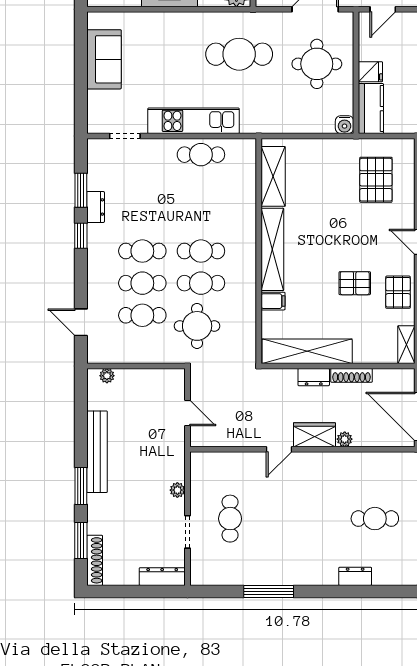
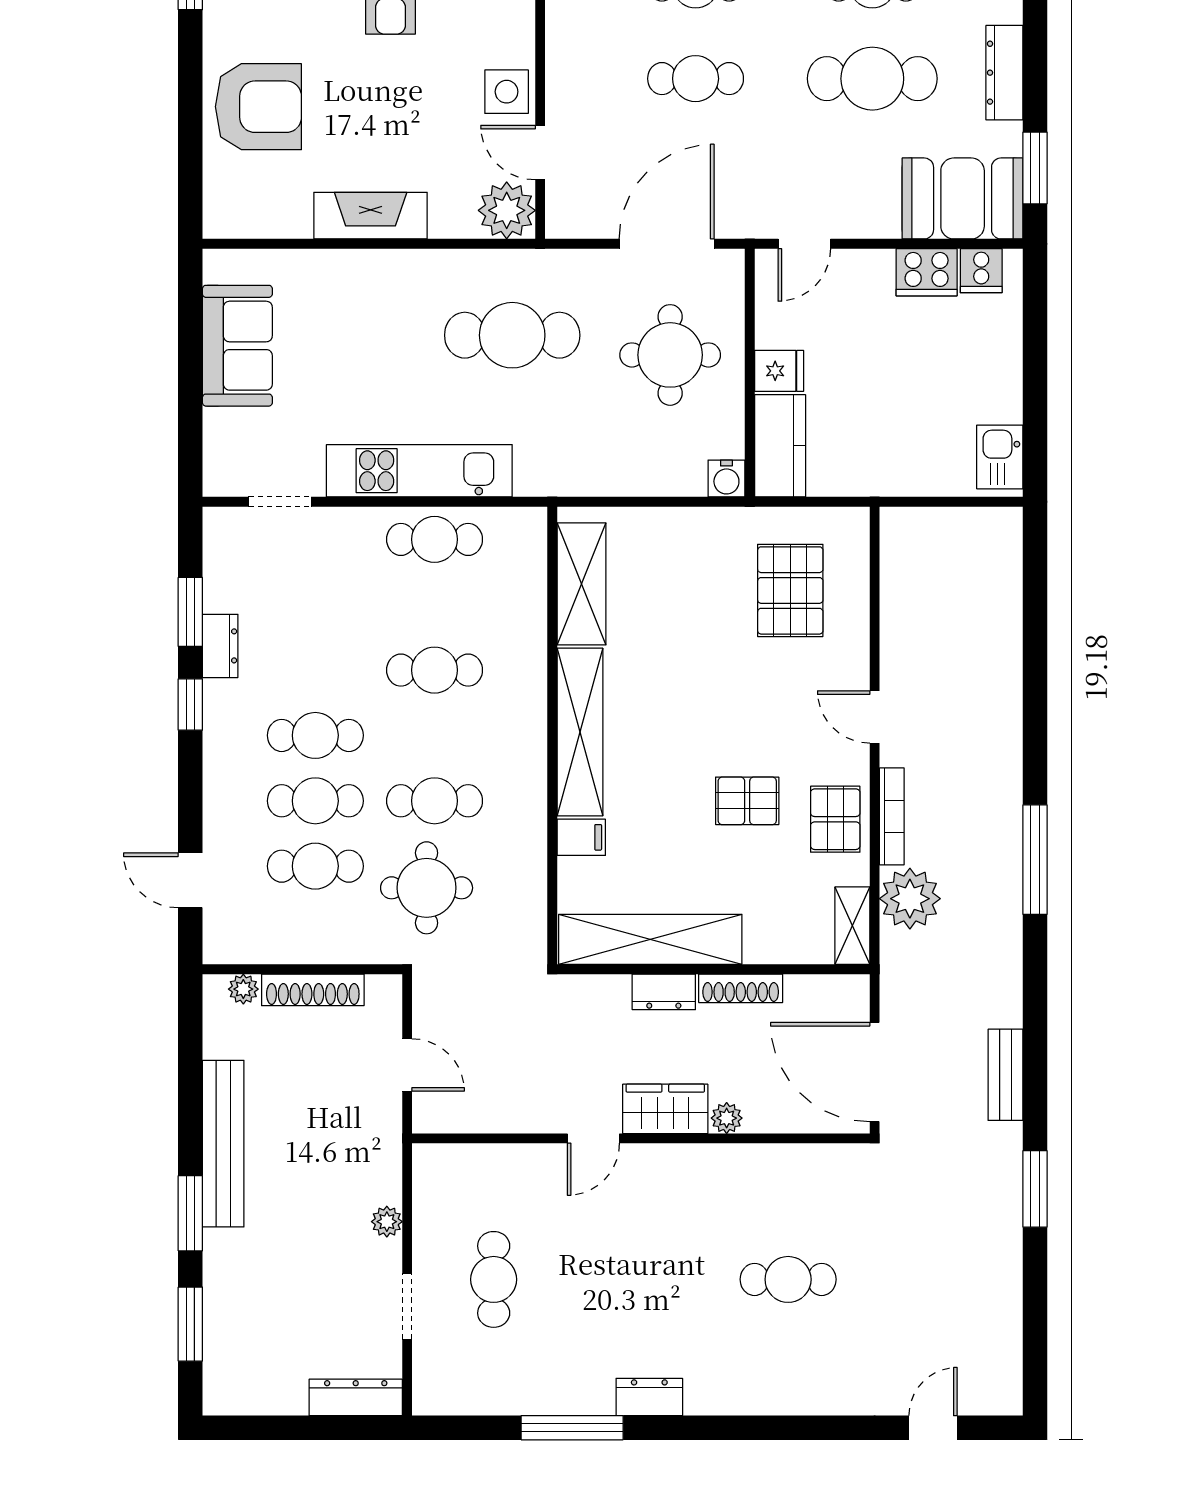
cafe table: (201, 251) -> (435, 670), moved
shoe rack: (95, 560) -> (313, 990), moved, turned 90
dresser: (355, 576) -> (649, 1397), moved

